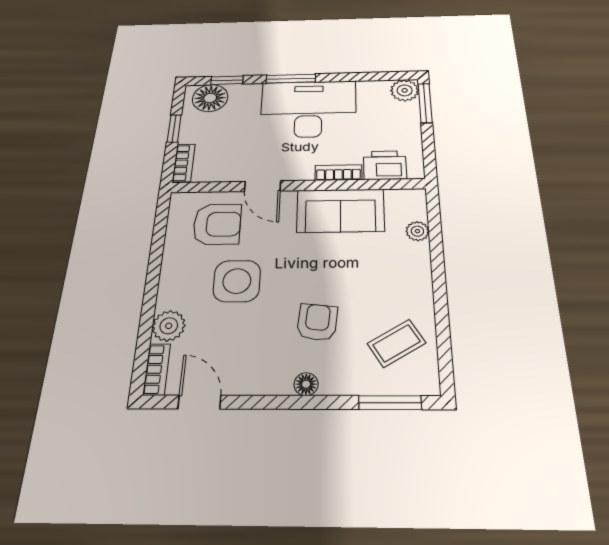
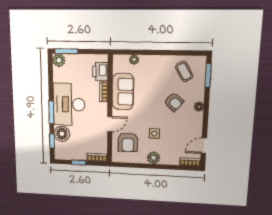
floor lamp: (210, 98) -> (62, 134), moved
armchair: (217, 224) -> (128, 142), turned 180
side table: (237, 281) -> (154, 134), width x0.54, depth x0.54
armchair: (317, 322) -> (174, 102), turned -146
plant: (169, 326) -> (154, 158), moved

